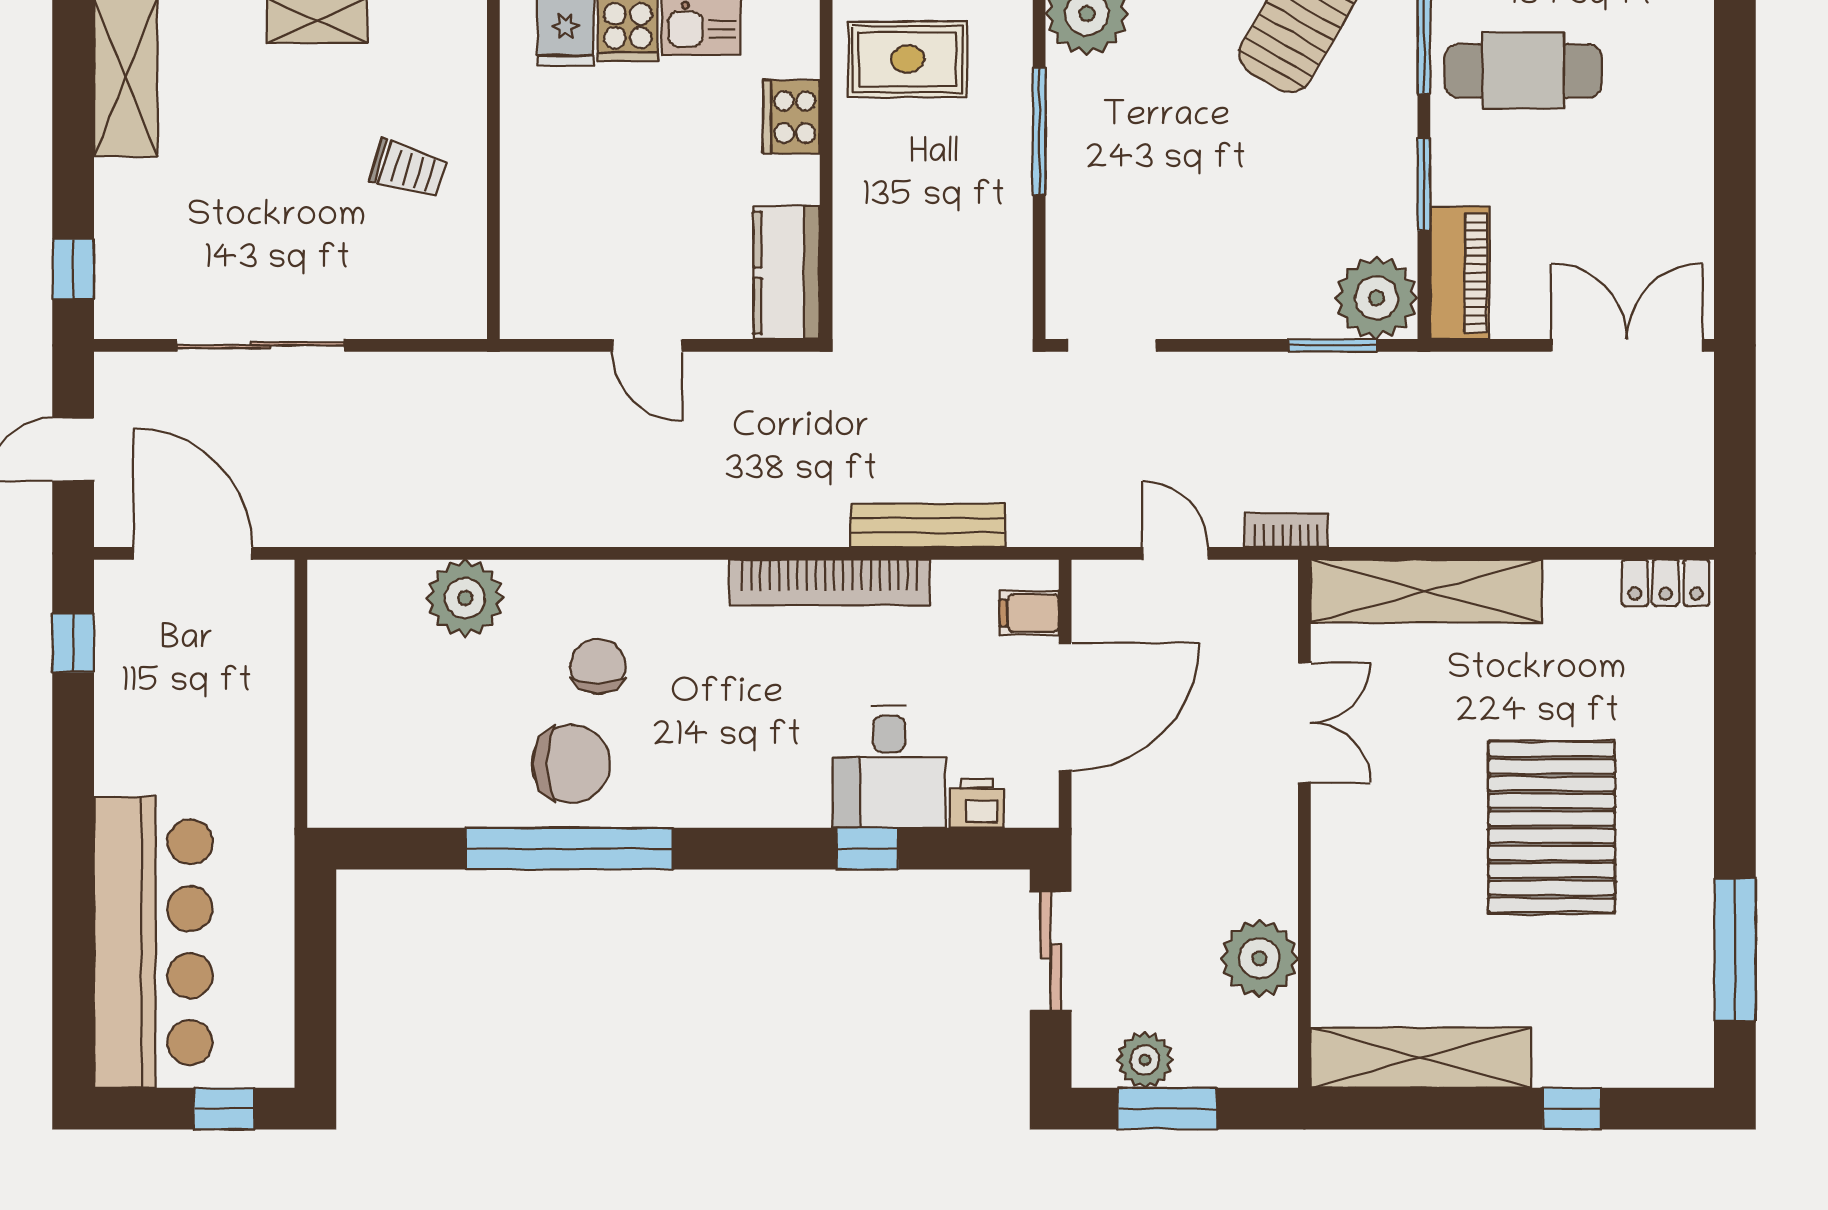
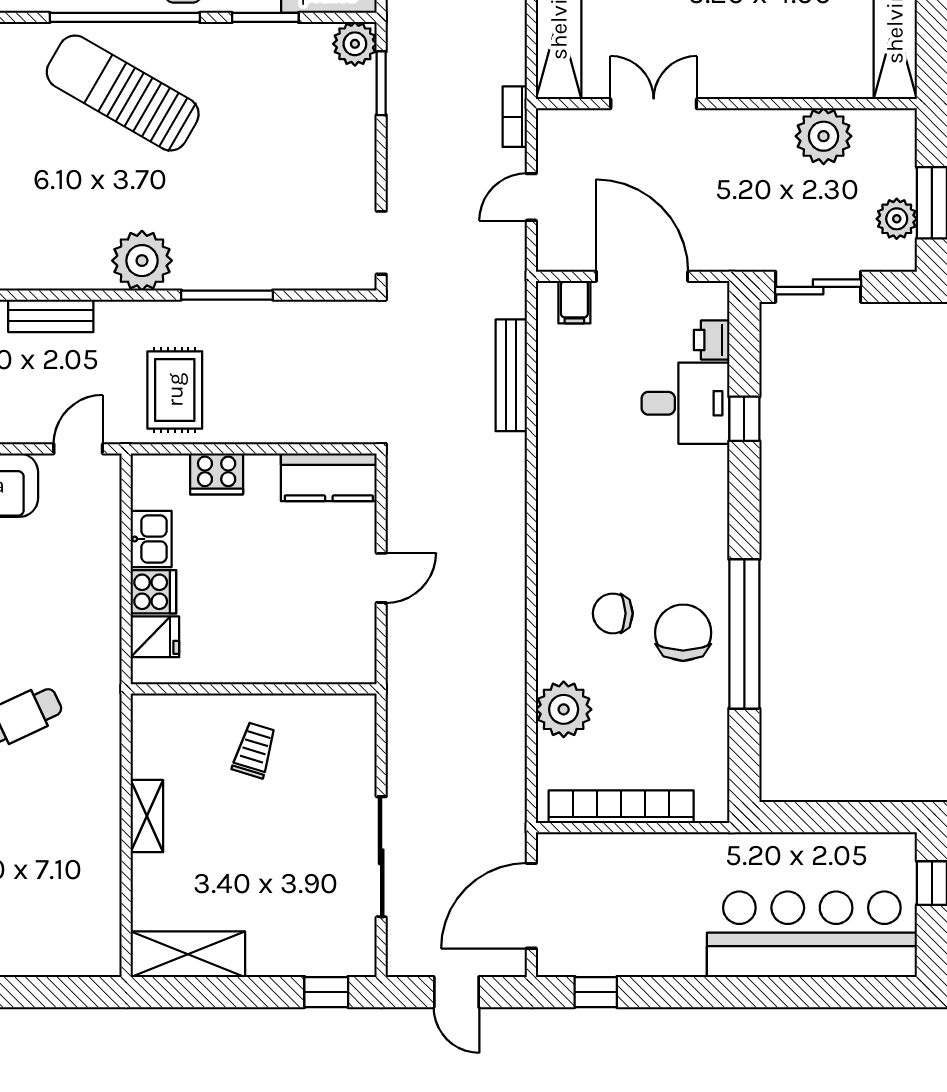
plant: (1376, 298) -> (355, 44), width x0.73, depth x0.73
bookcase: (830, 582) -> (621, 807), moved, turned -90

